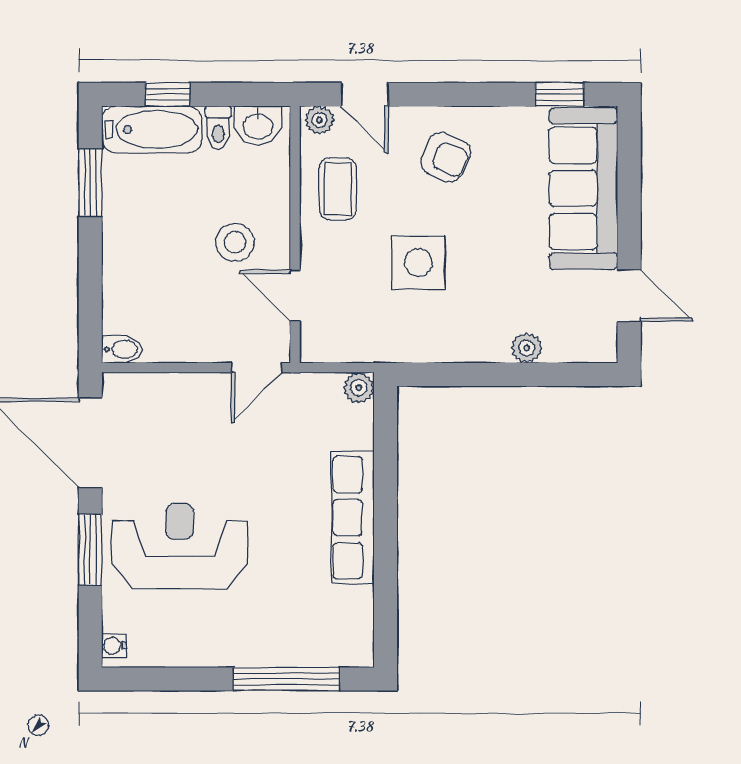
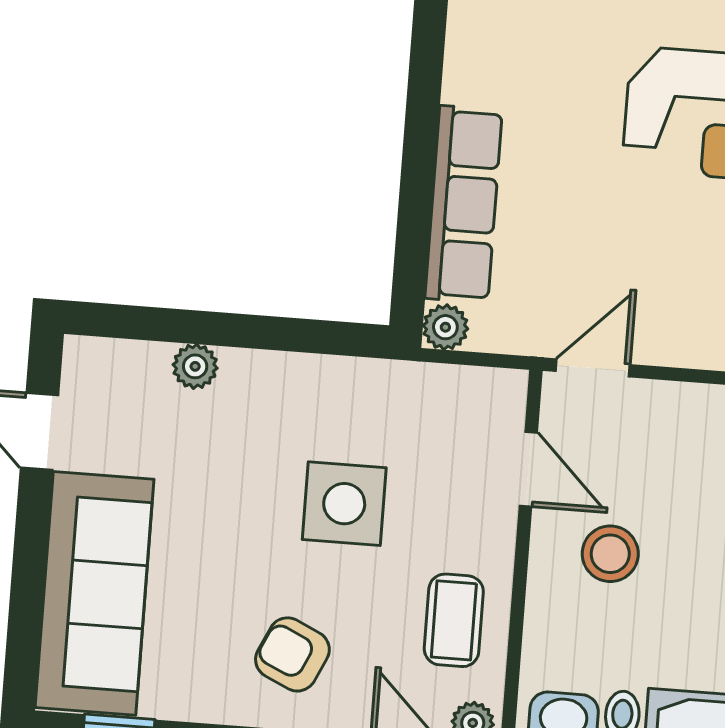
row of seats: (353, 518) -> (464, 204), moved

